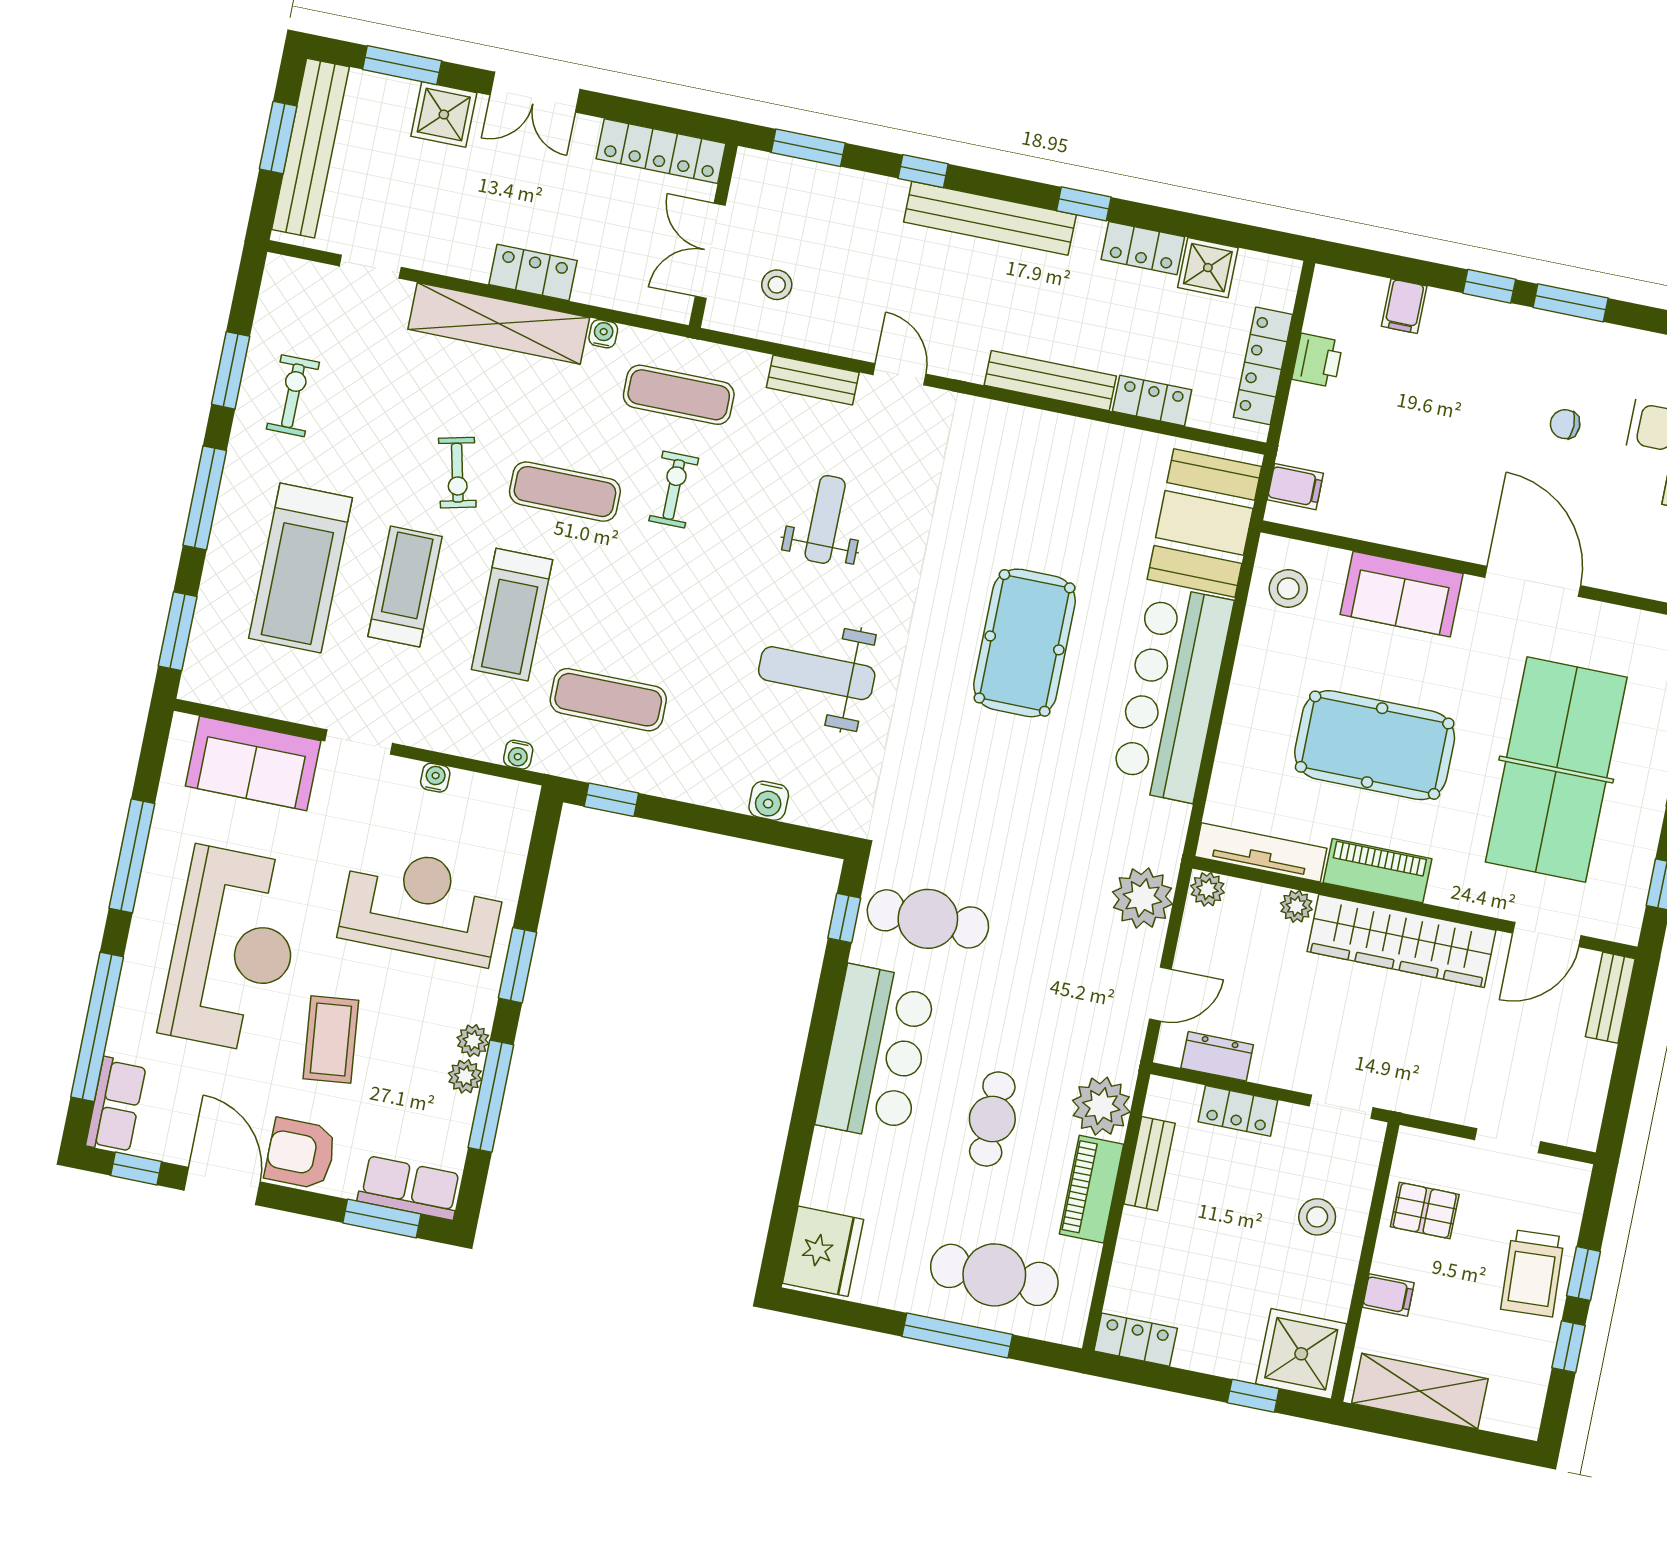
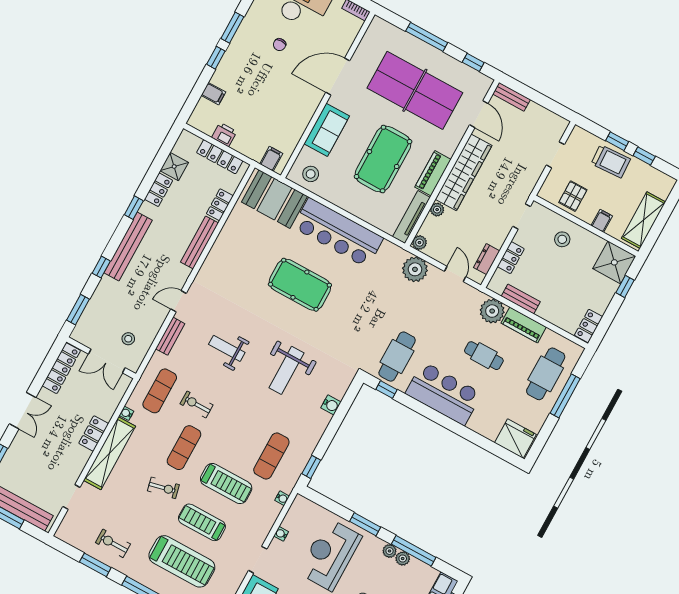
shower: (444, 114) -> (20, 449), removed

